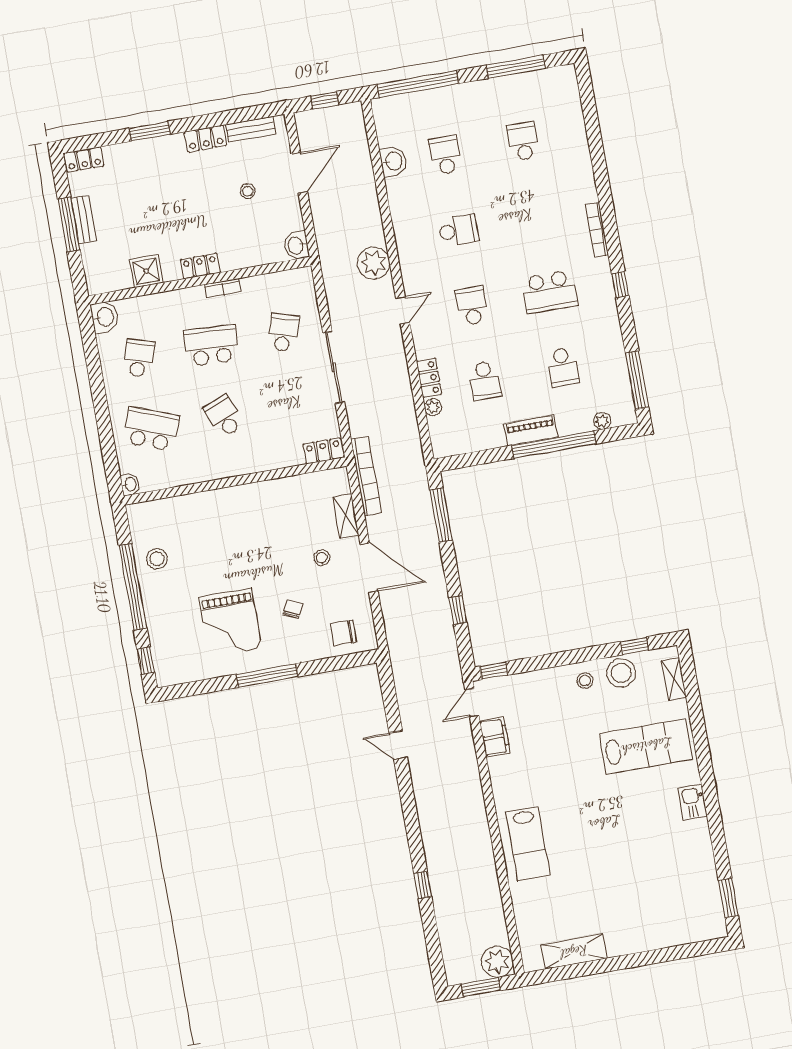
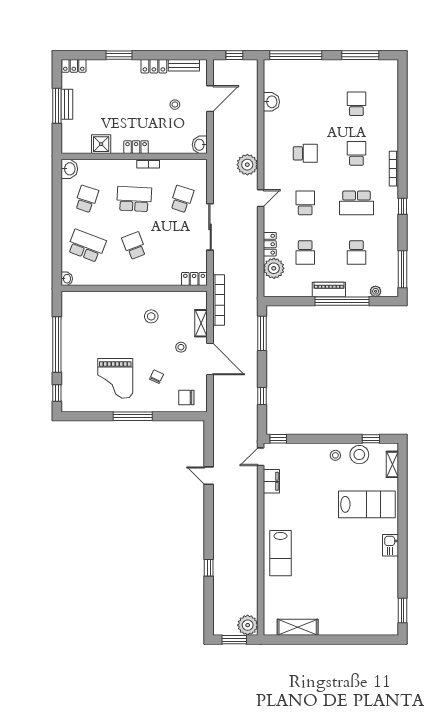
school desk: (445, 155) -> (356, 153), moved
plant: (433, 407) -> (274, 268), width x1.88, depth x1.88
stool: (157, 559) -> (151, 316), moved

